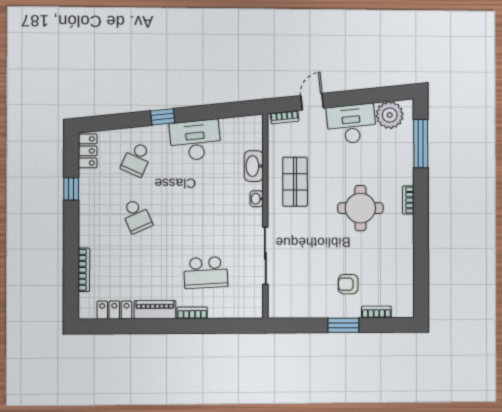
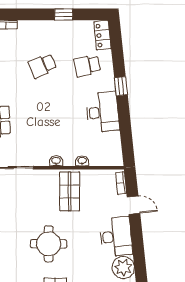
locker: (88, 151) -> (103, 35), moved, turned 84
school desk: (137, 159) -> (87, 66), turned -36
washbasin: (254, 166) -> (82, 161), width x0.52, depth x0.69
shop shelf: (295, 182) -> (70, 191), turned 90

